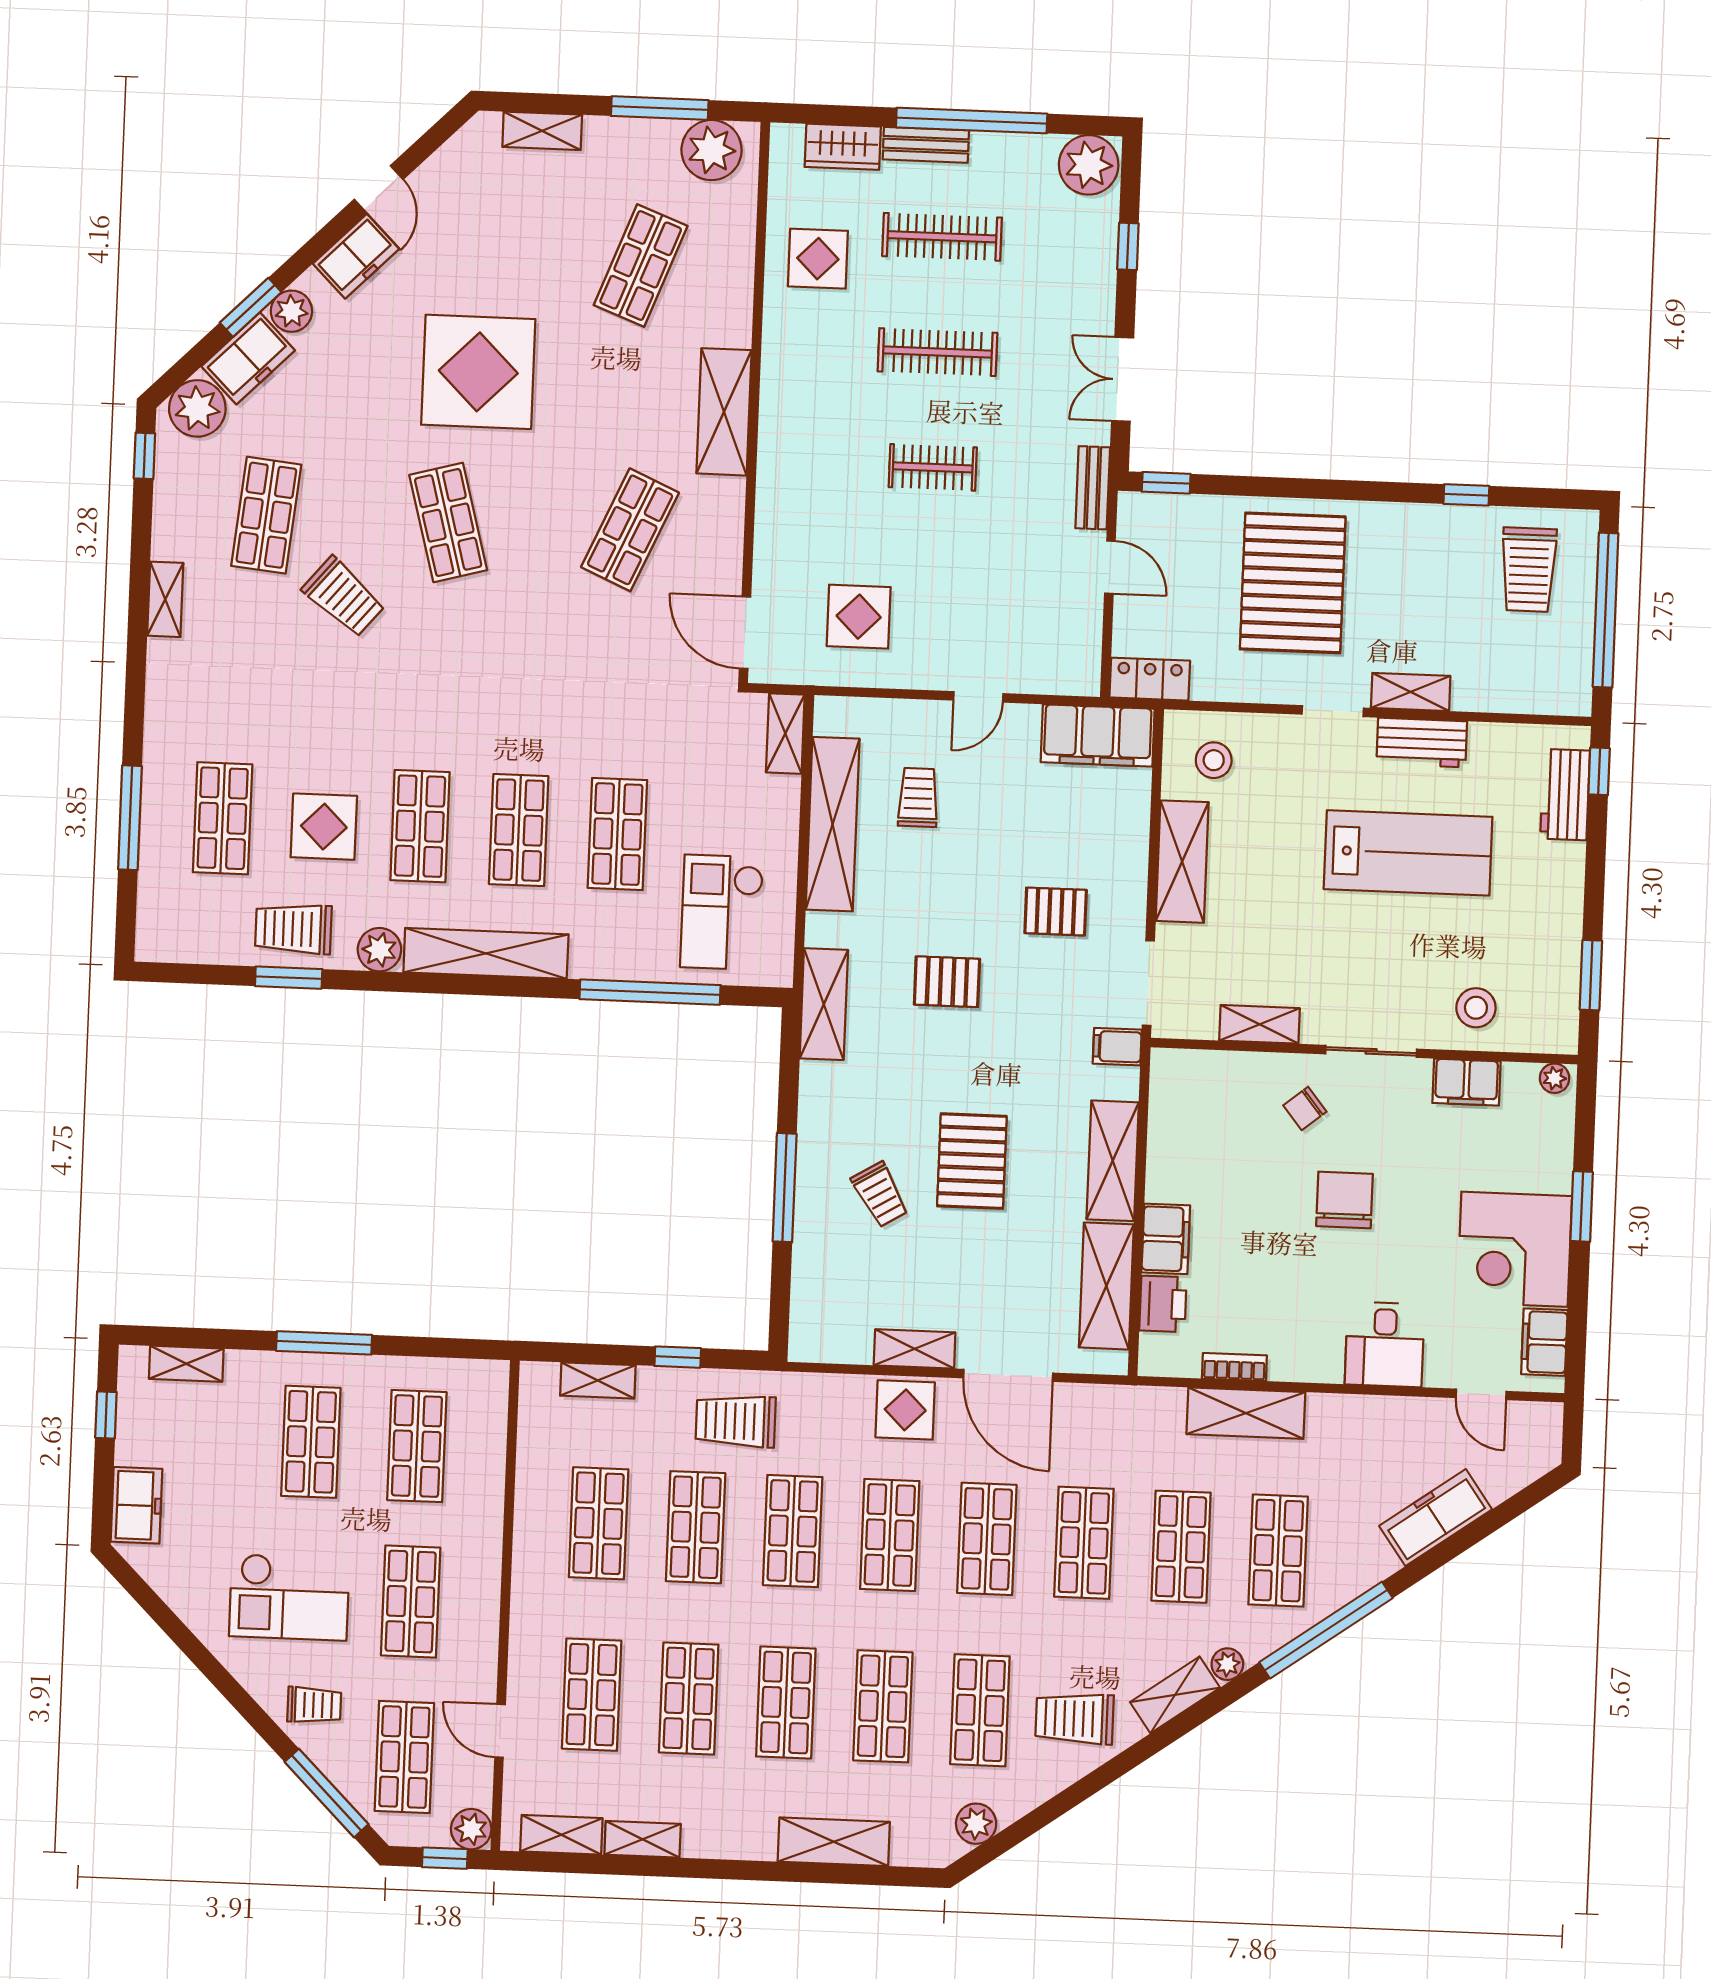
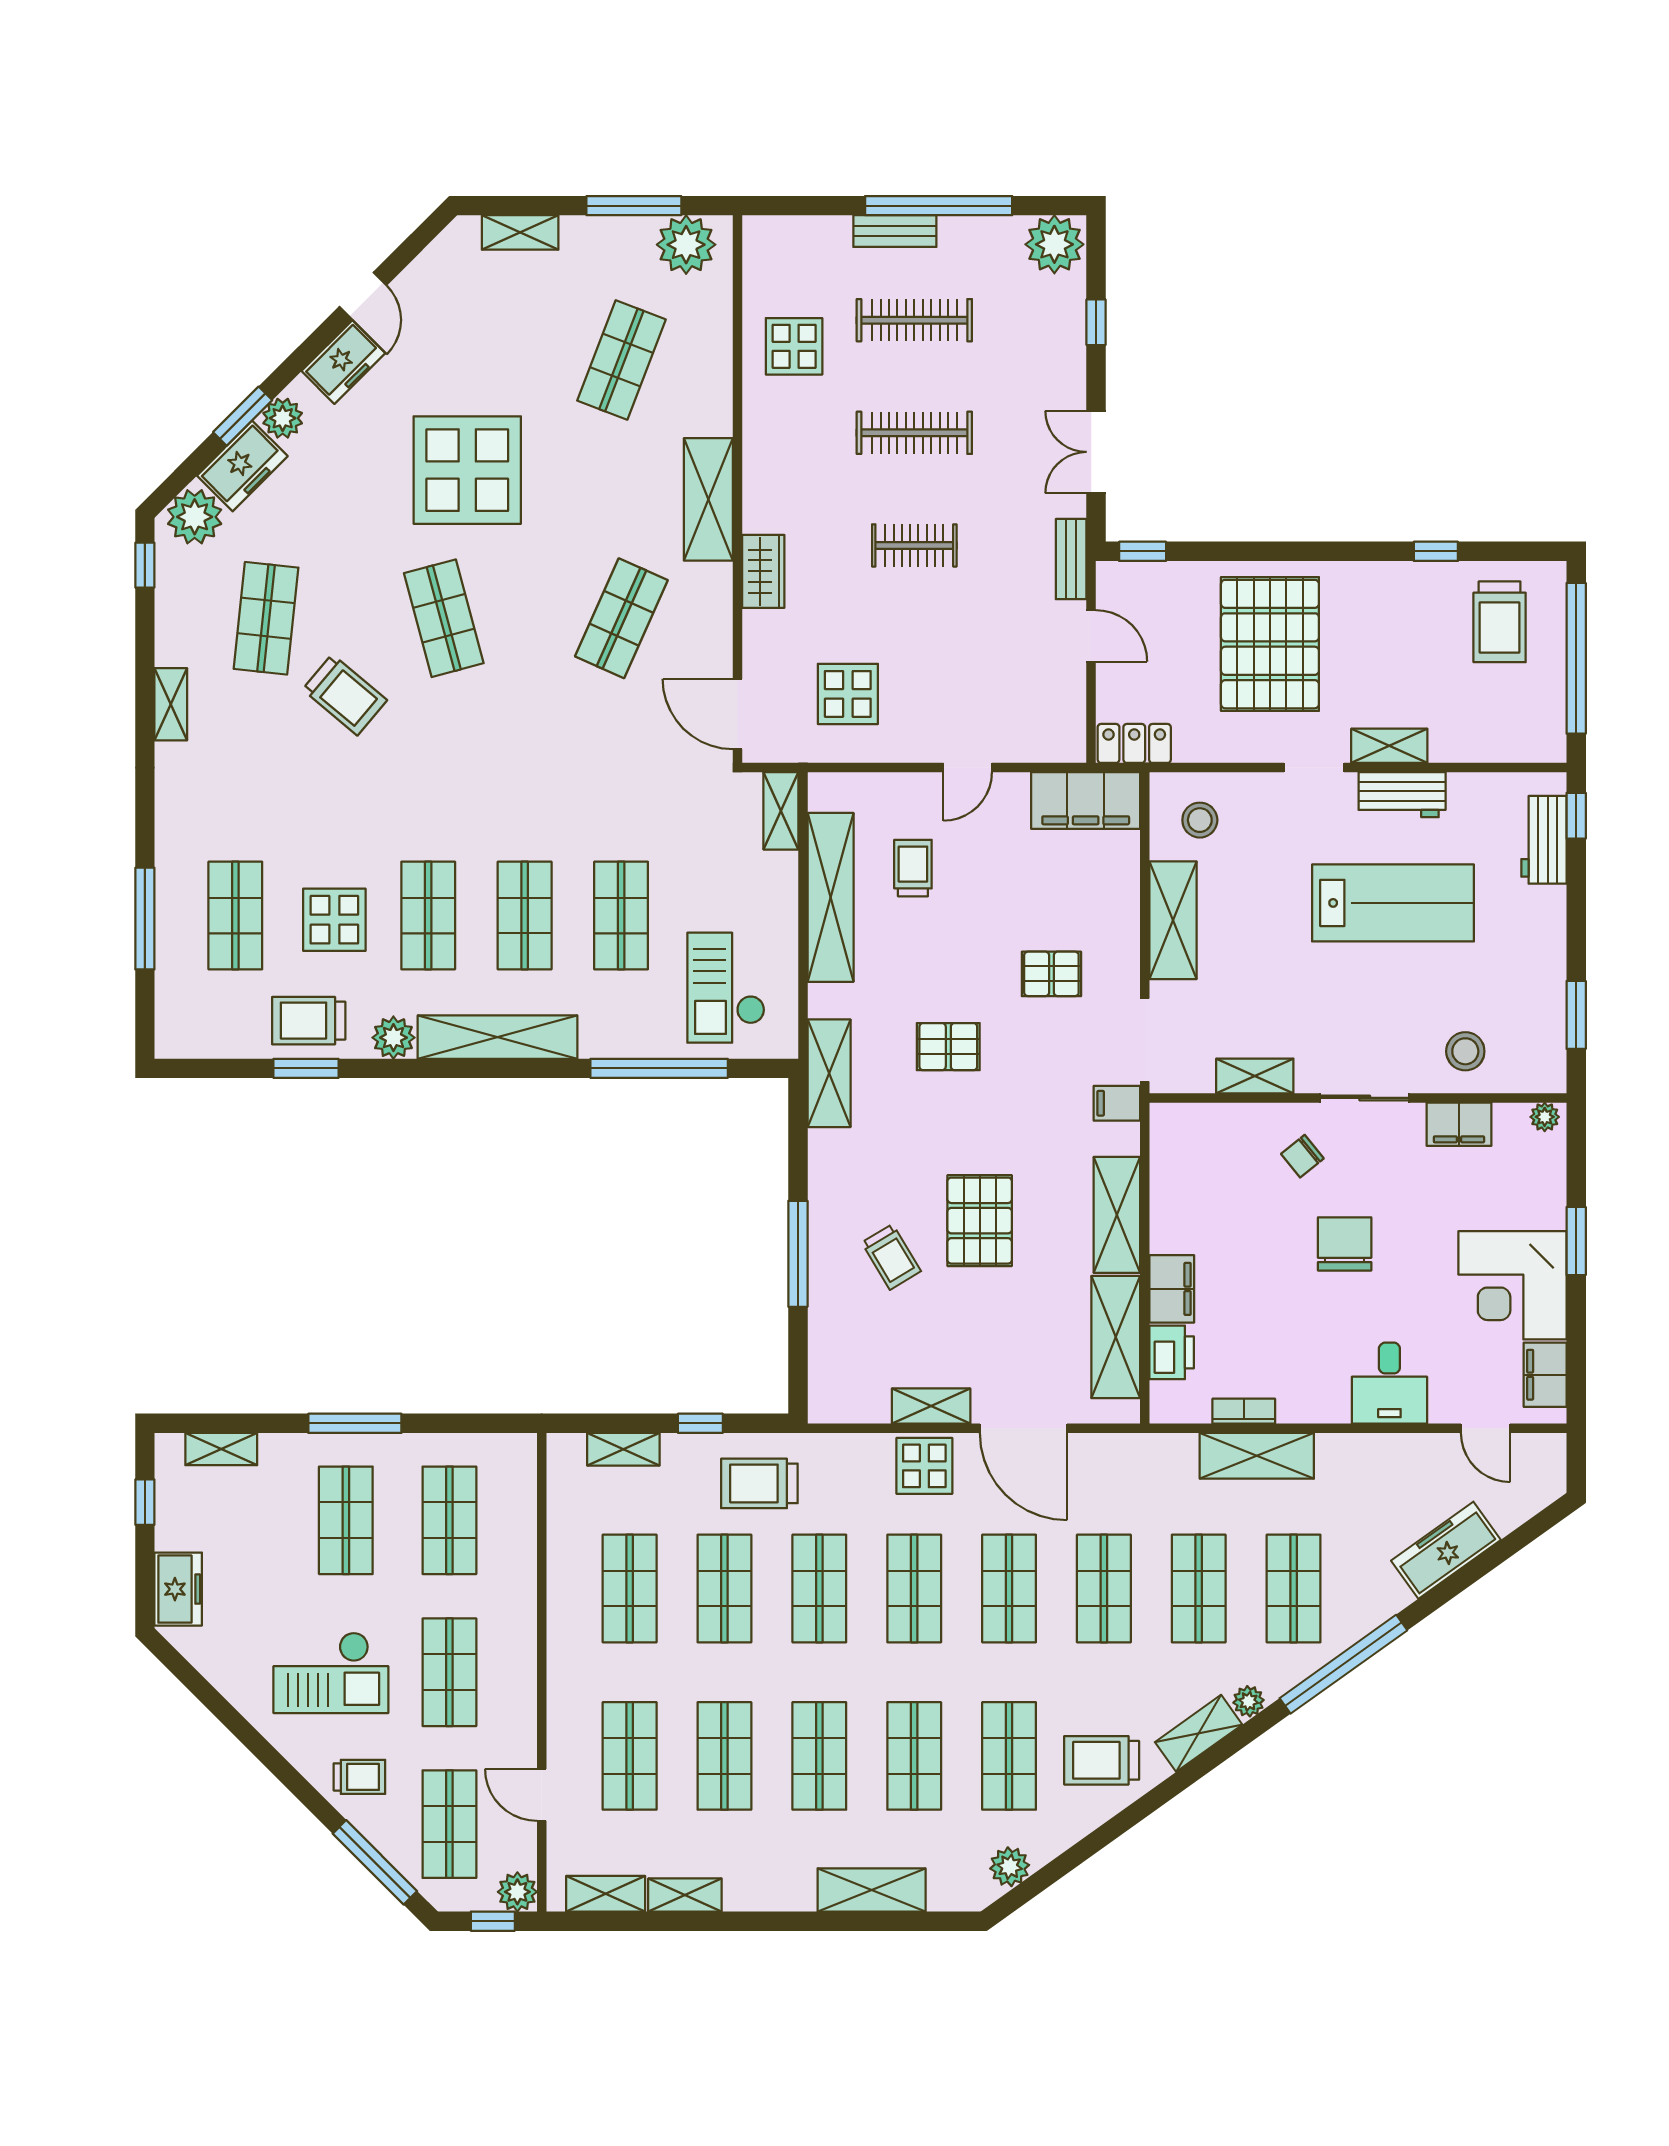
wardrobe: (843, 147) -> (763, 571), moved, turned -90

